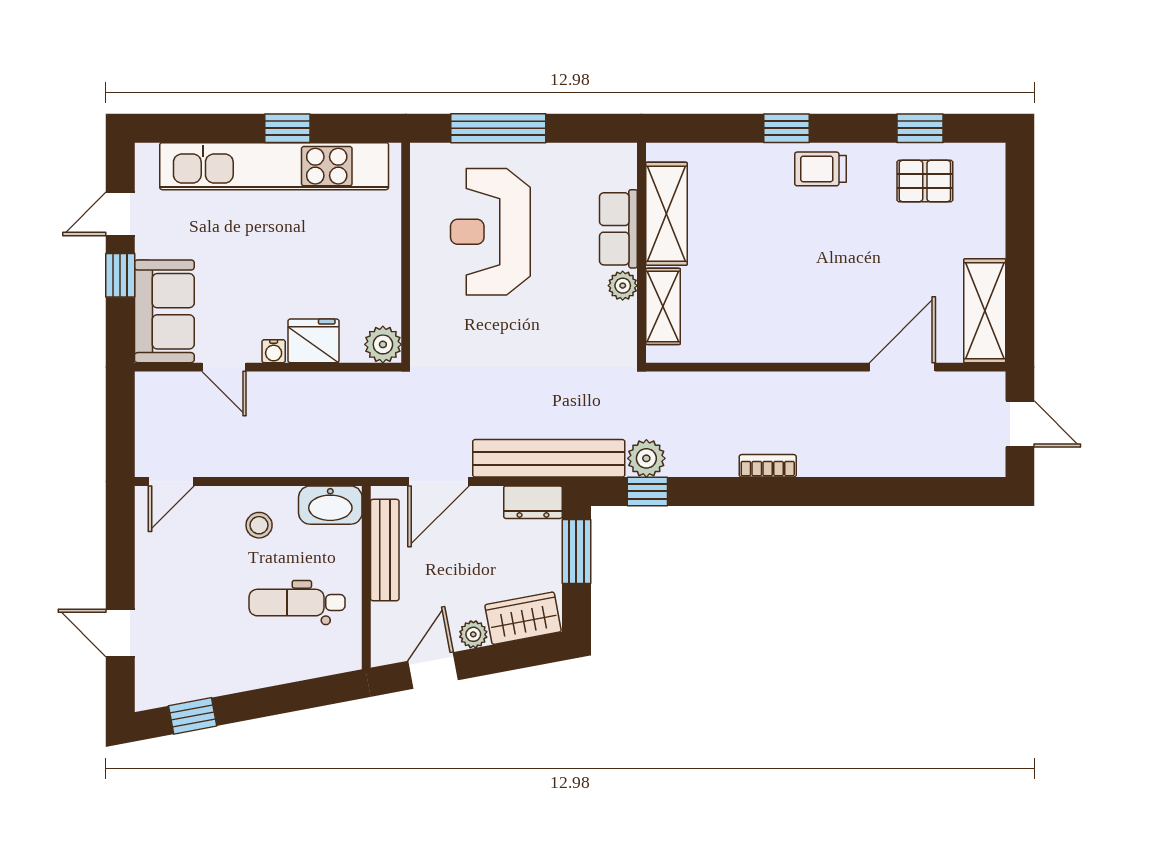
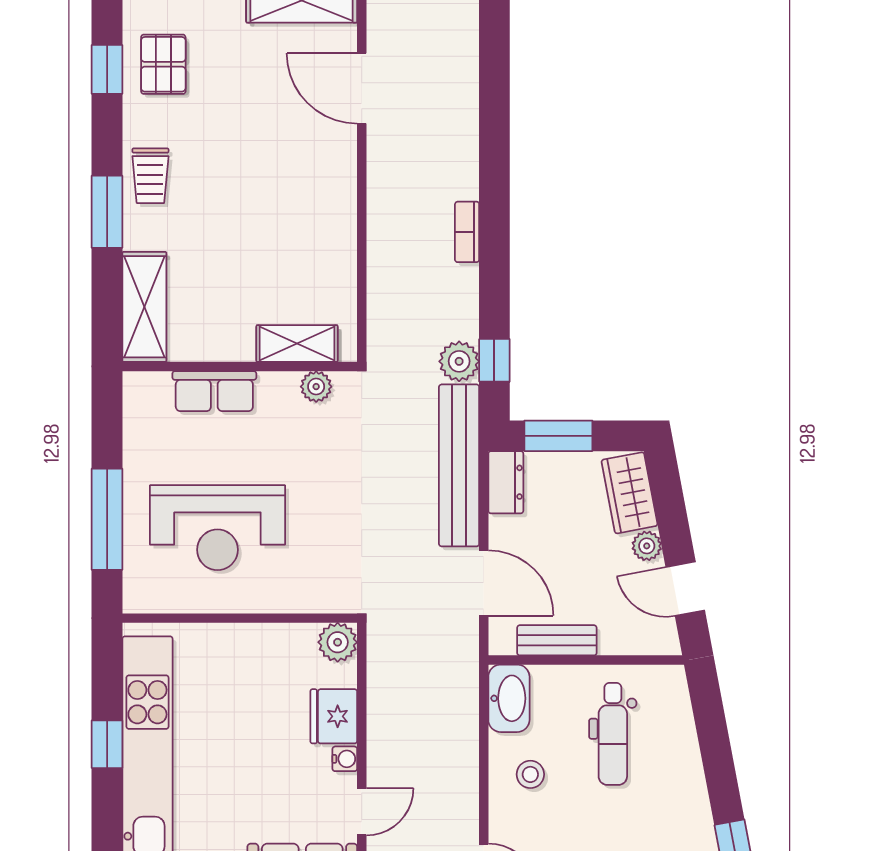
window: (787, 128) -> (107, 212), width x1.50
shelving: (666, 214) -> (144, 307), moved, turned 90
plant: (623, 286) -> (316, 387), moved
bench: (385, 550) -> (557, 640), width x0.73

